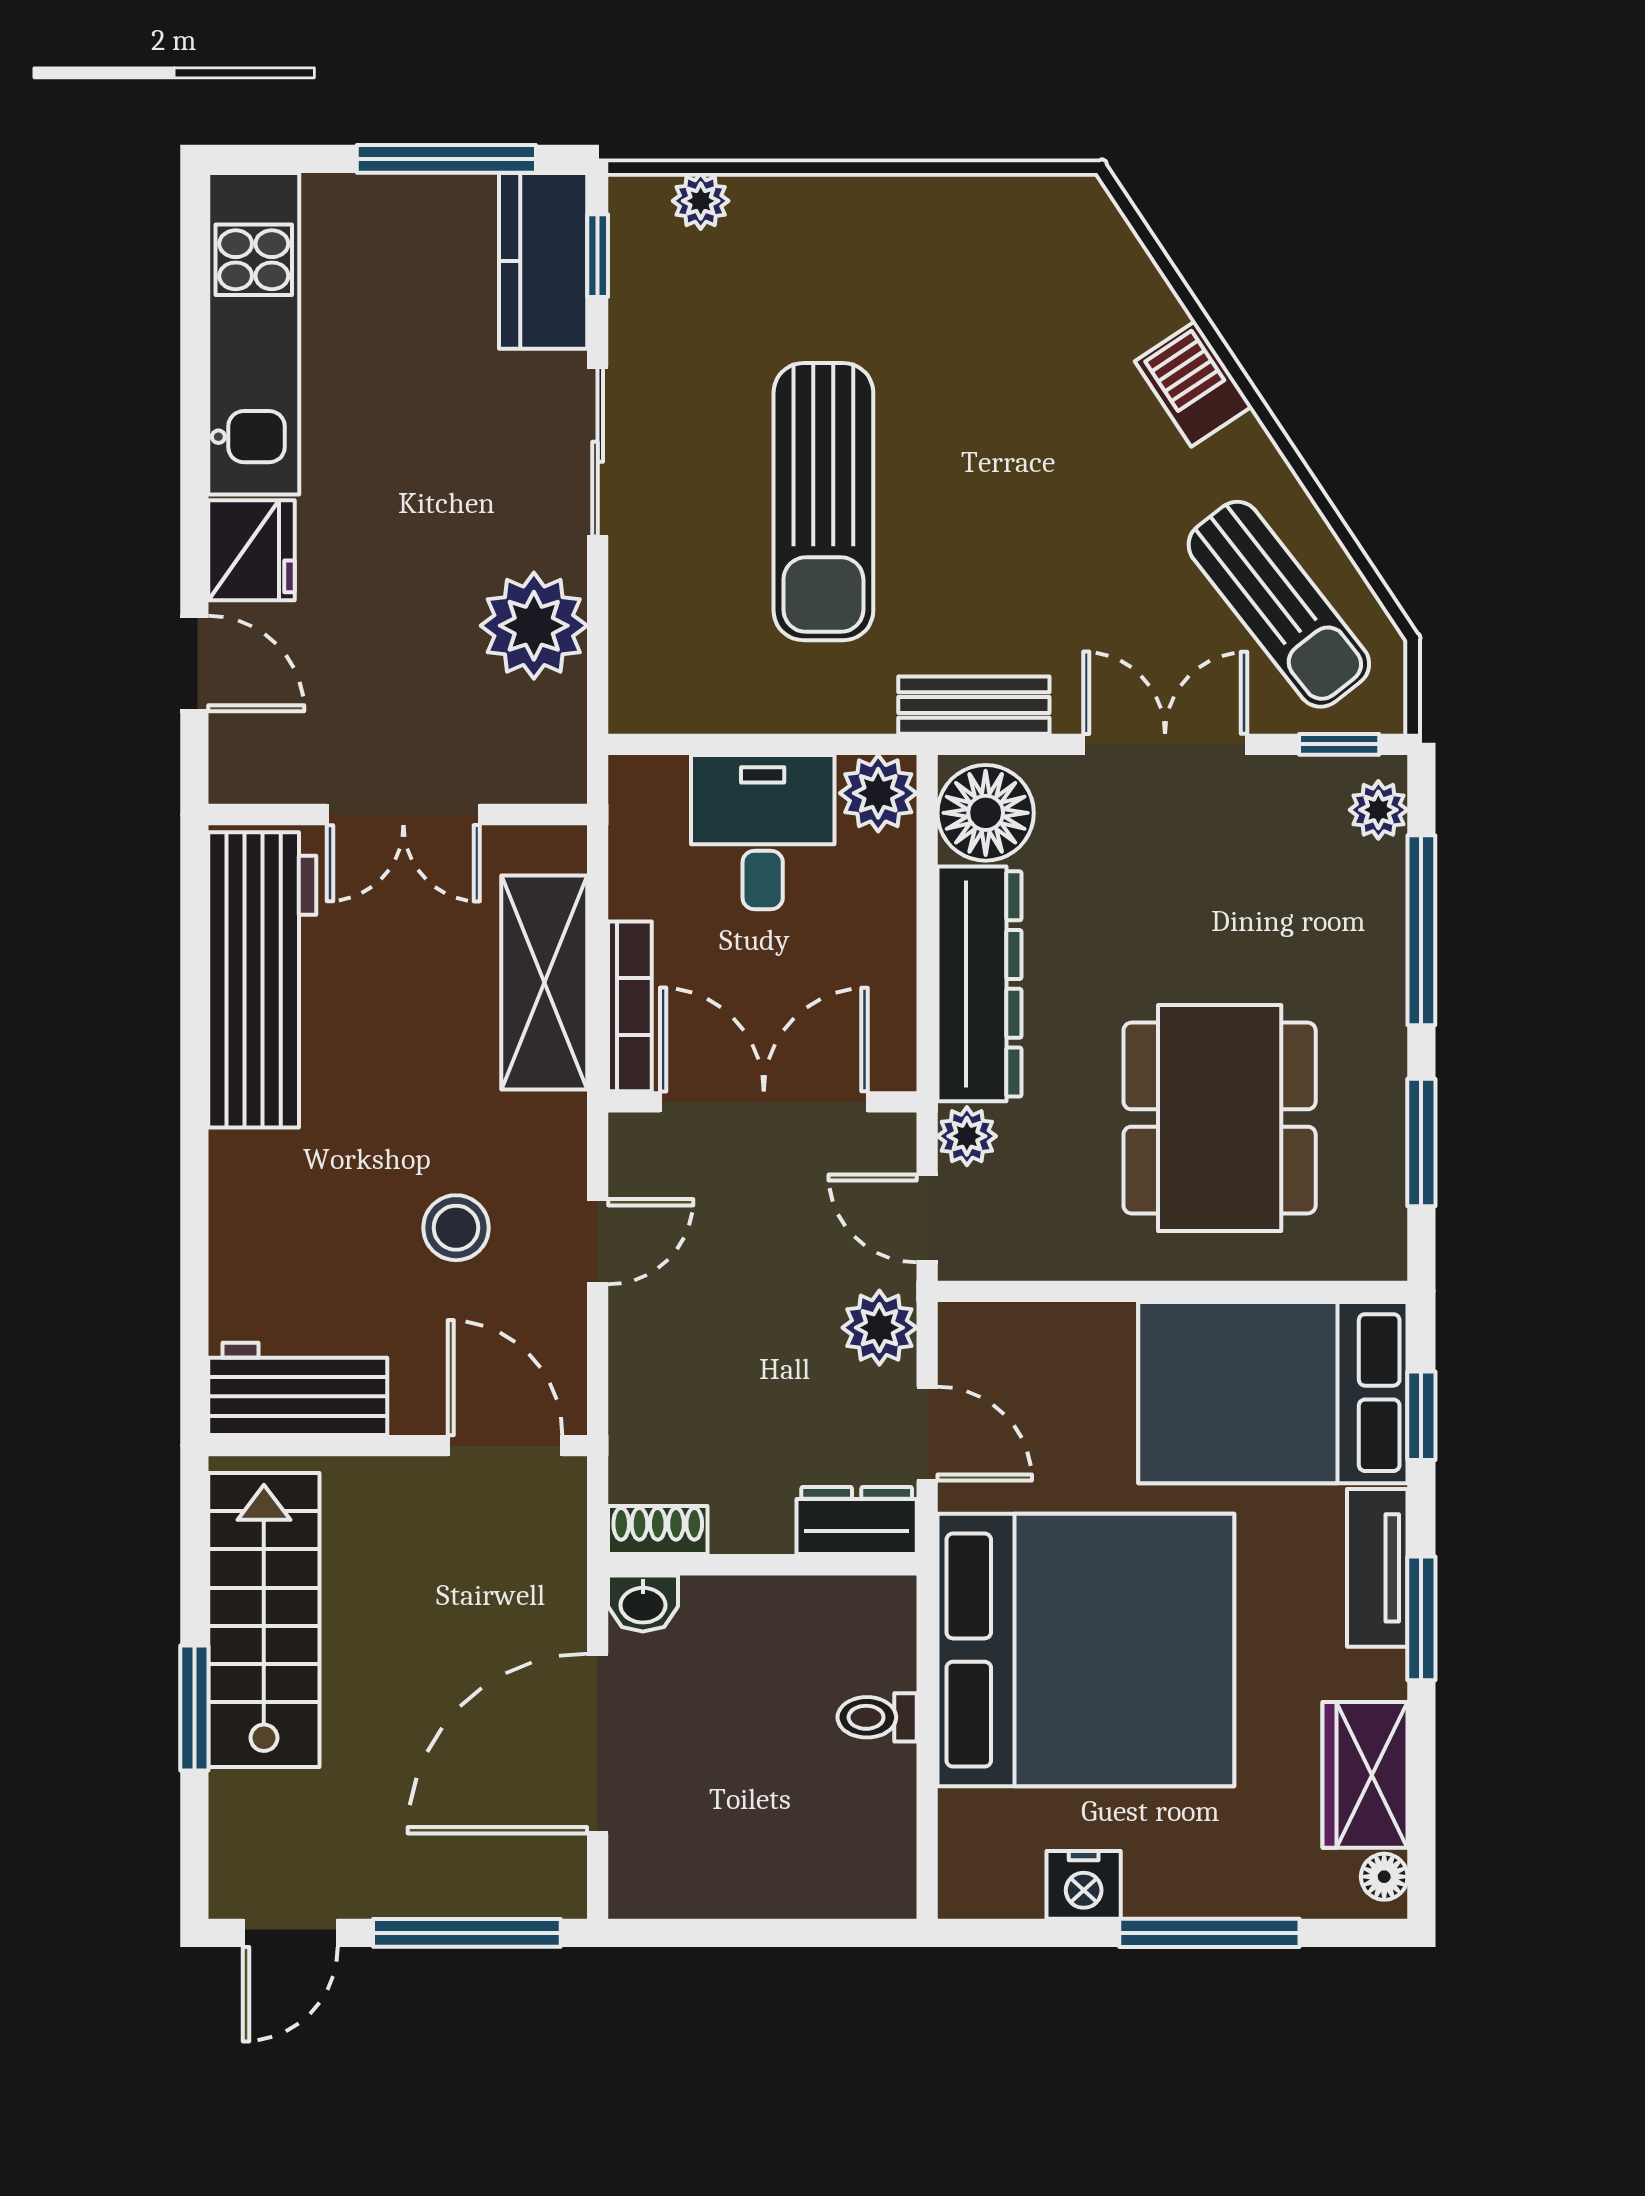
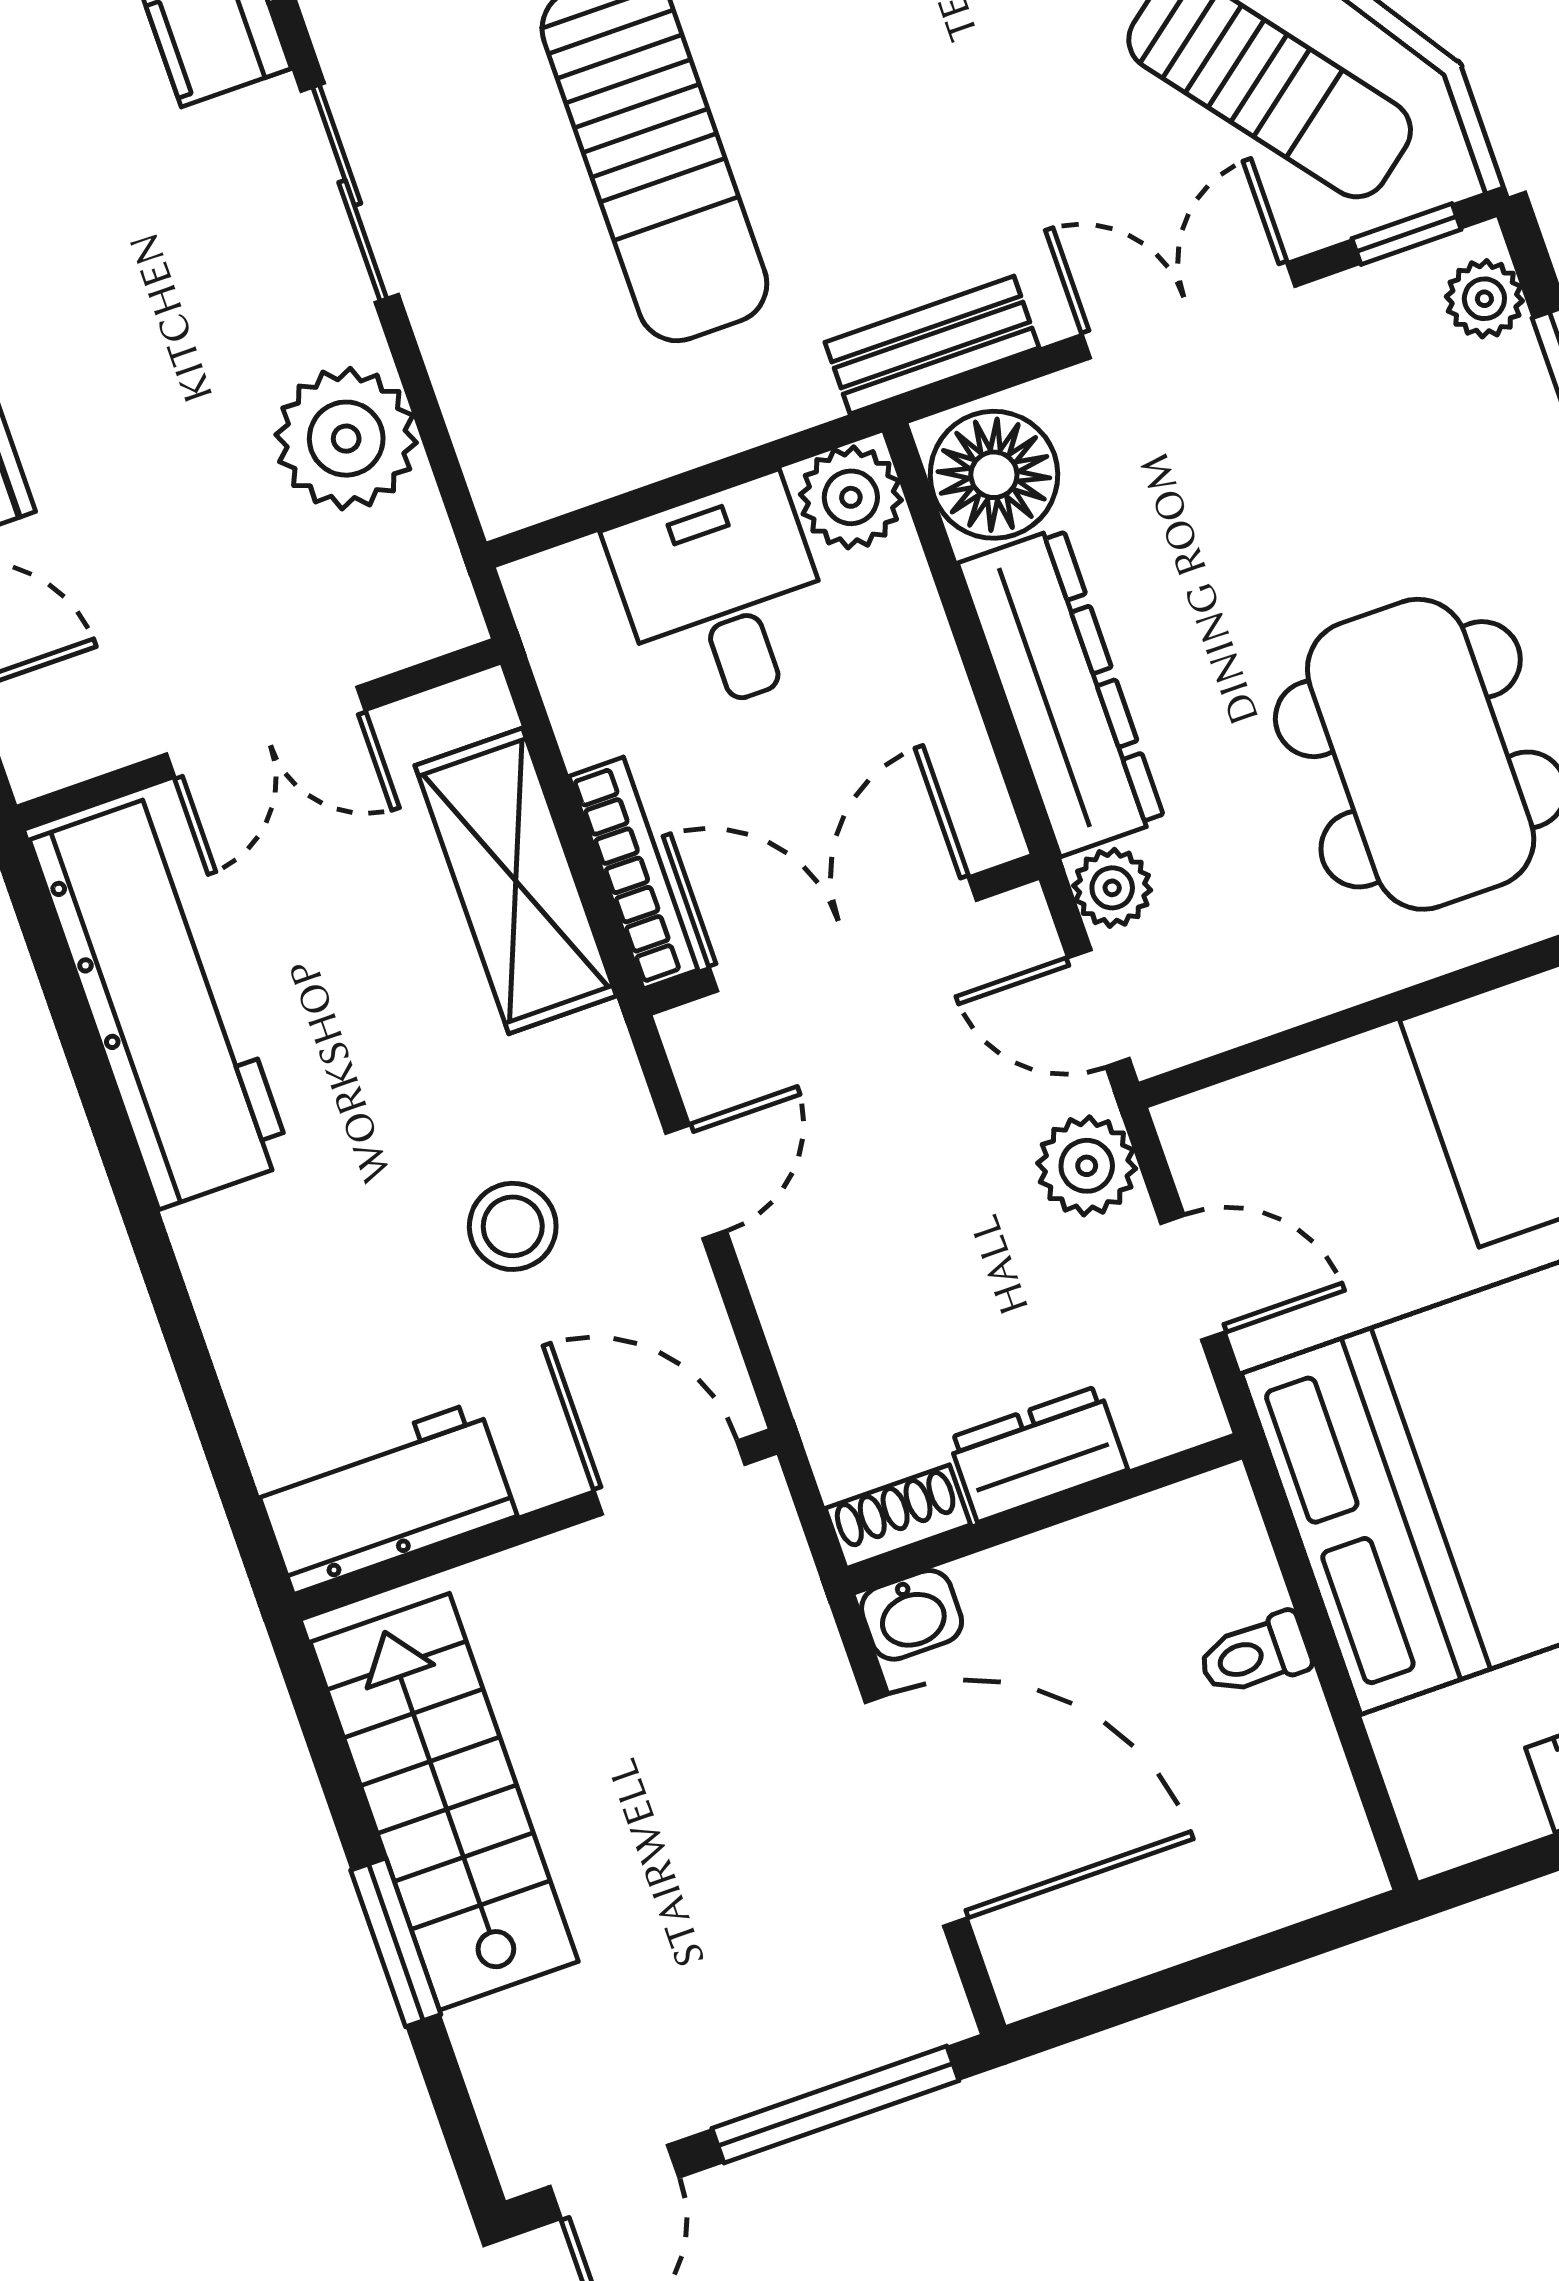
dresser: (857, 1520) -> (1038, 1454), moved
door: (598, 1744) -> (916, 1810), swing flipped

